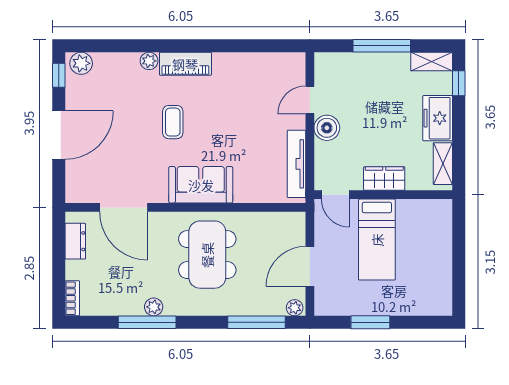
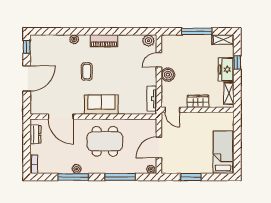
plant: (81, 63) -> (148, 41), moved
piano: (185, 64) -> (104, 41), moved
window: (459, 83) -> (237, 63), moved
tv unit: (296, 164) -> (152, 99), width x0.71
bed: (377, 240) -> (223, 152), moved, turned 180
dining table: (207, 255) -> (105, 141), turned 90
window: (256, 322) -> (120, 177), moved

